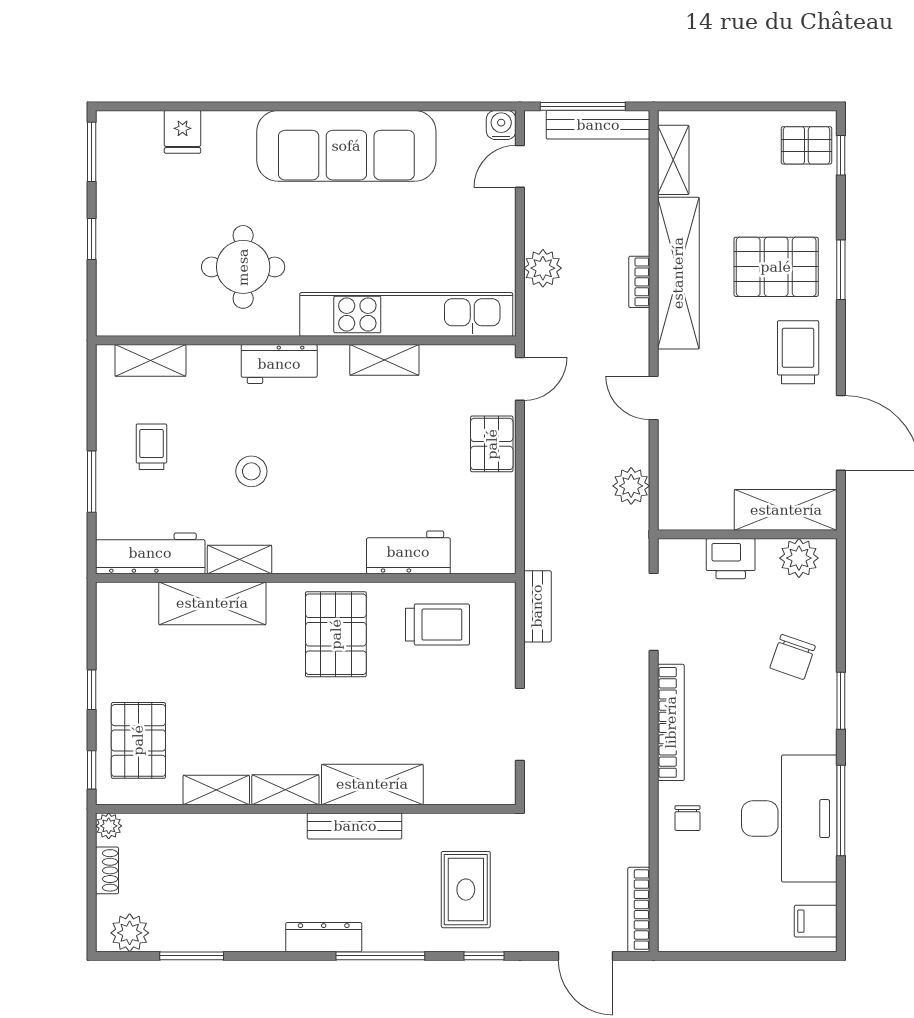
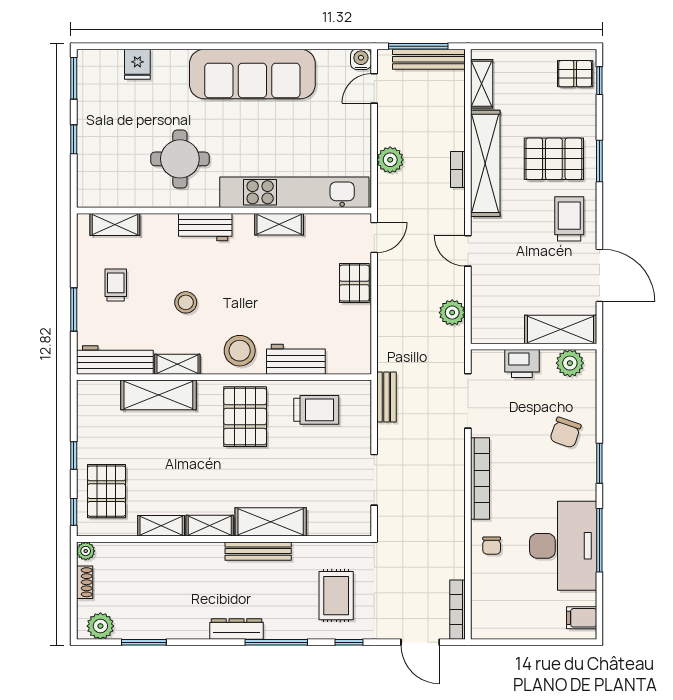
stool: (328, 540) -> (240, 351), added

